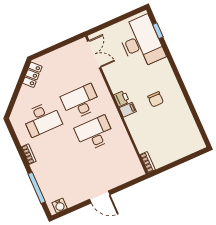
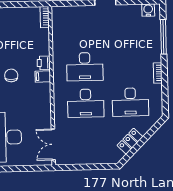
locker: (32, 75) -> (130, 141), moved
printer: (121, 98) -> (44, 63), moved
desk: (42, 119) -> (130, 102), turned 180

